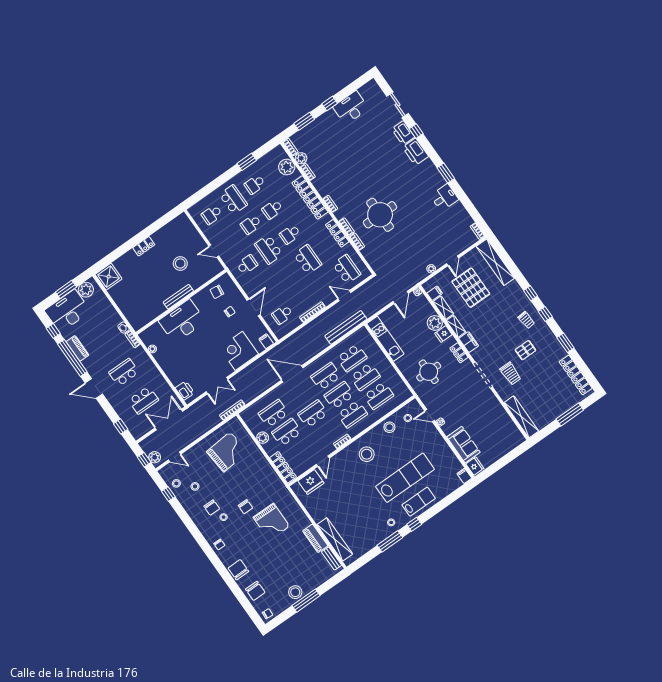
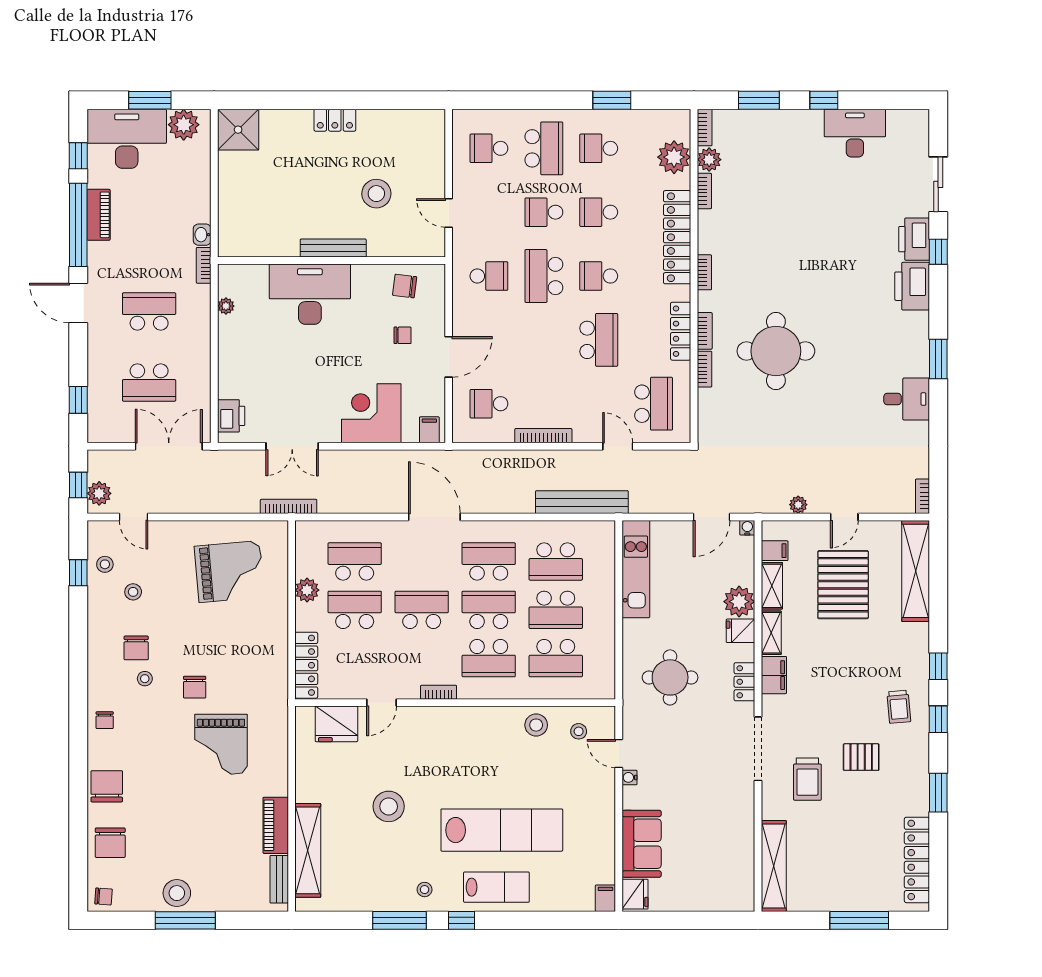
stool: (367, 454) -> (389, 806), moved

